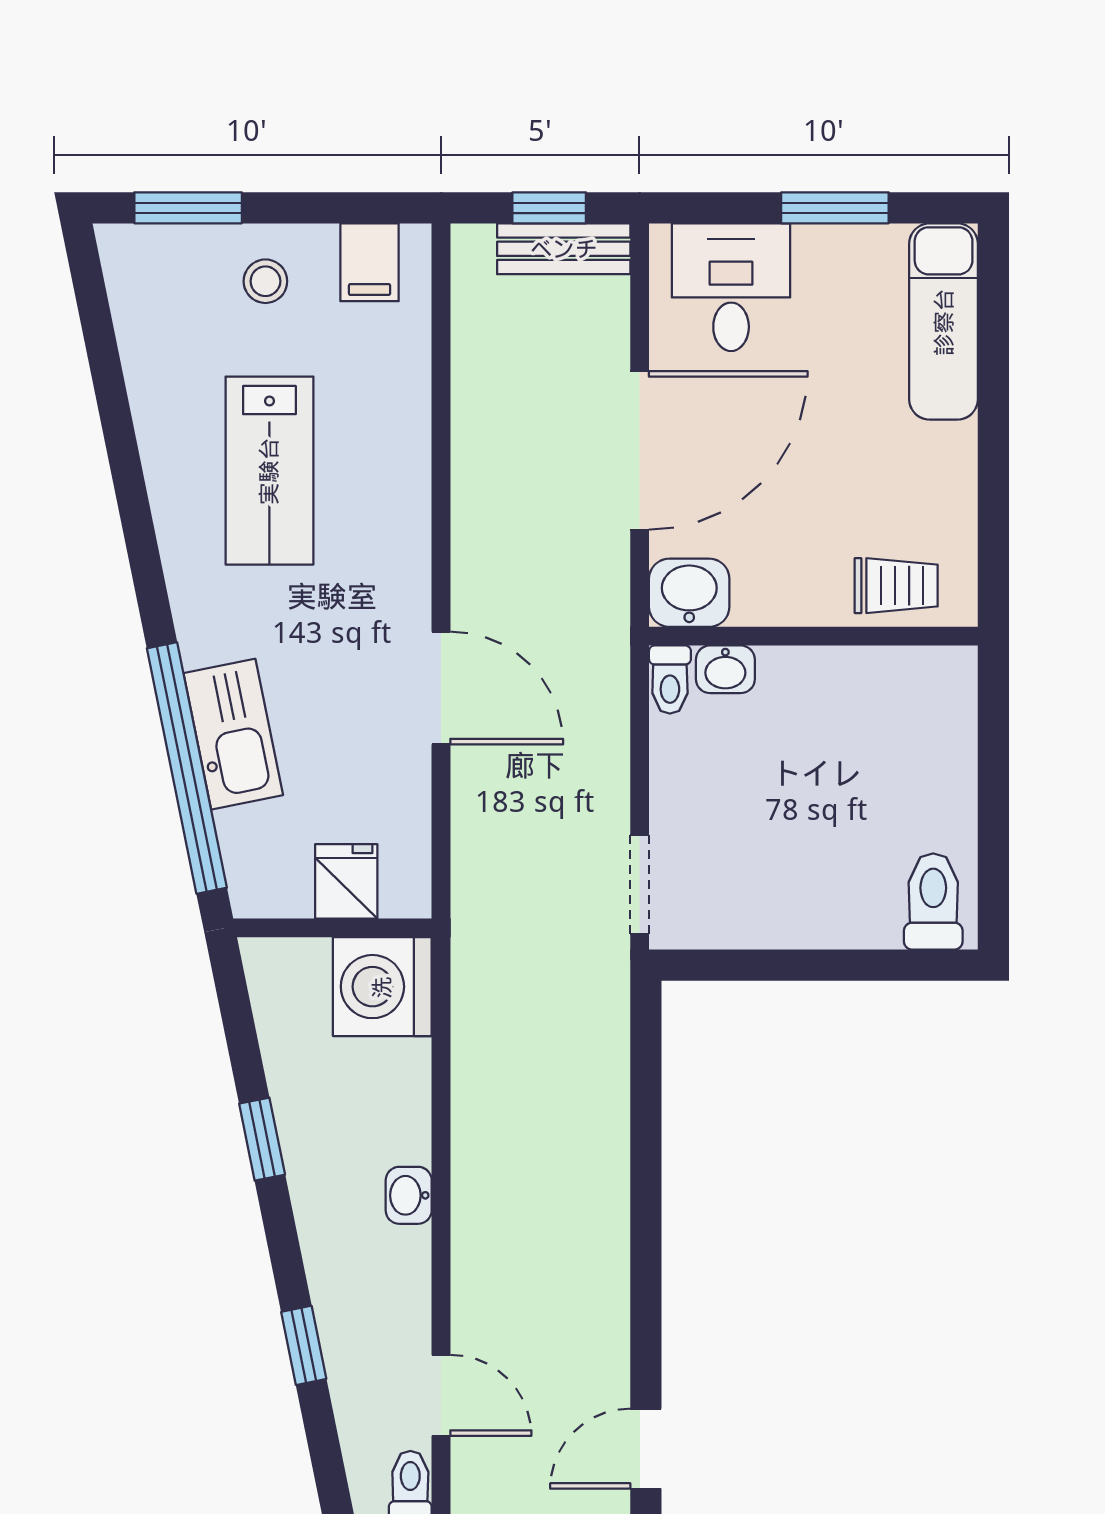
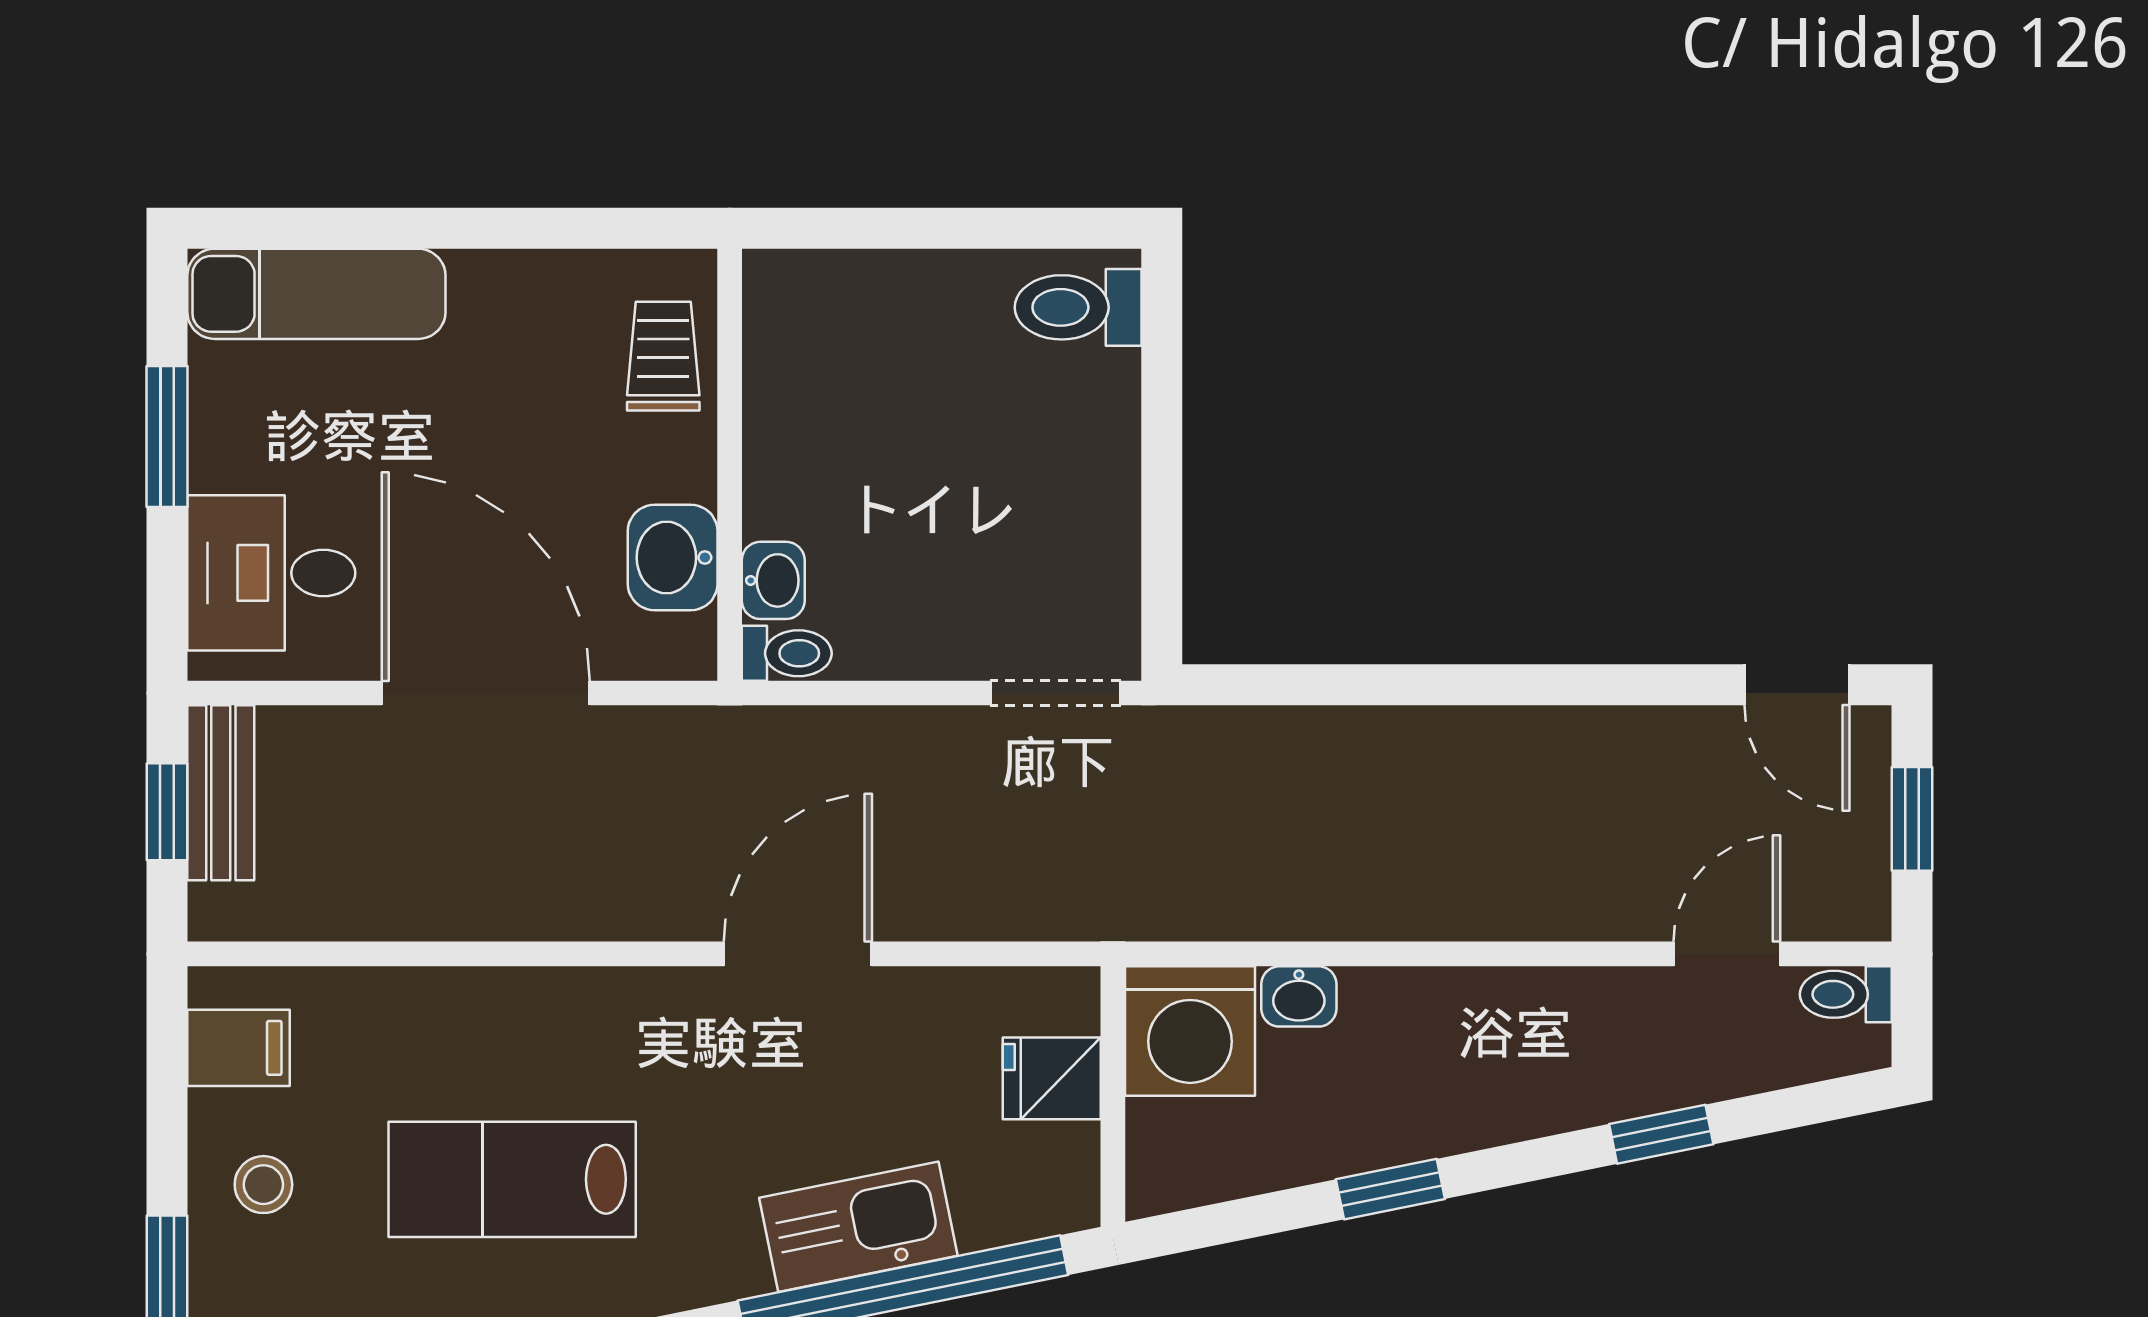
lab bench: (269, 471) -> (512, 1179), turned 180
washbasin: (689, 593) -> (673, 558), moved
washbasin: (409, 1195) -> (1299, 996), moved

